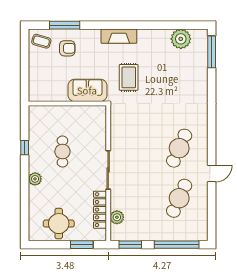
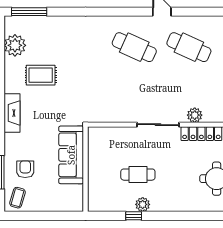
rug: (129, 77) -> (41, 75), moved
sofa: (87, 90) -> (71, 155), width x1.36
plant: (35, 179) -> (143, 204), moved
plant: (117, 217) -> (195, 115), moved

